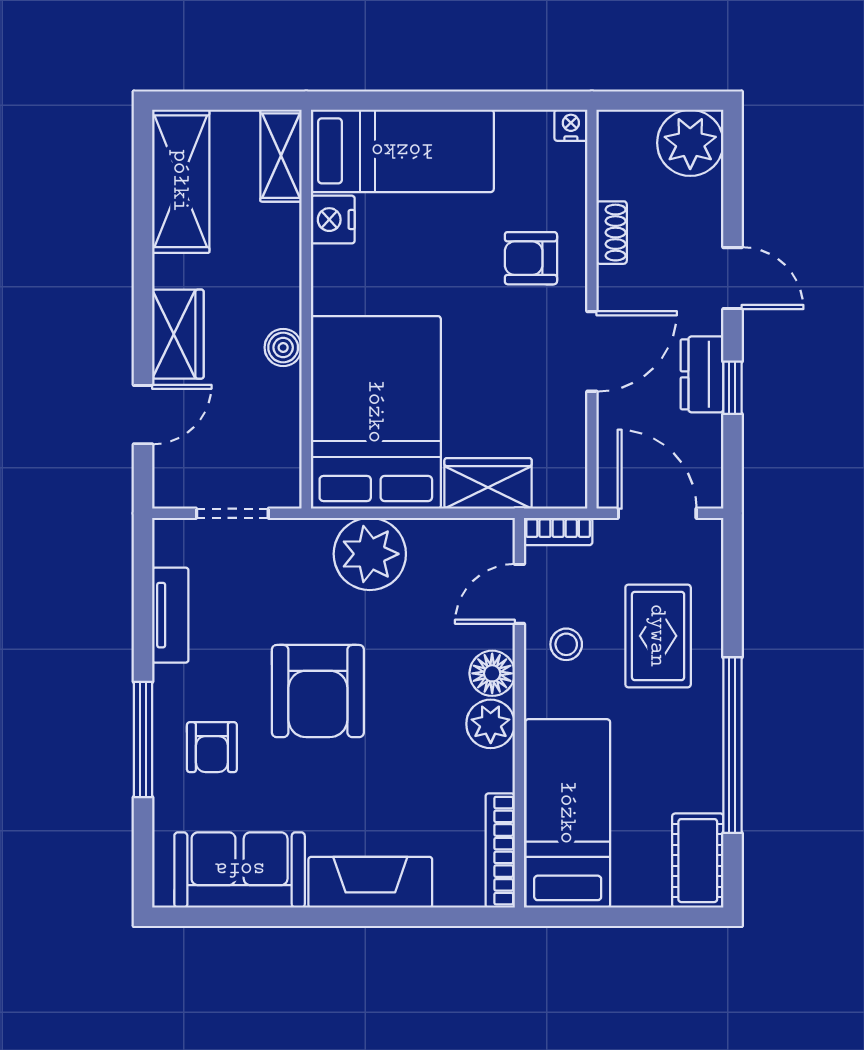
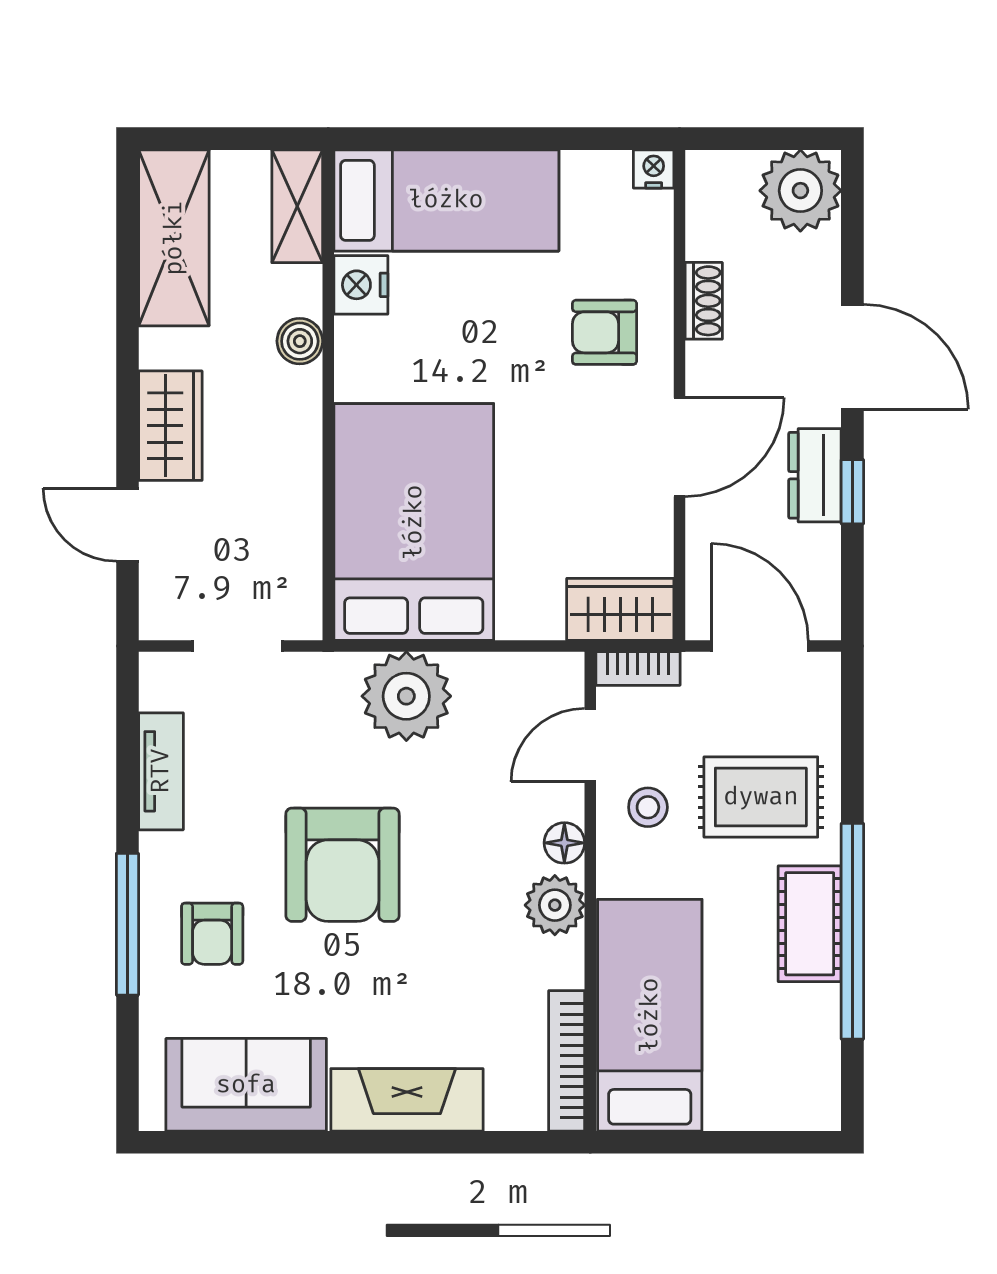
door: (732, 278) -> (852, 357), width x1.38
boiler: (283, 347) -> (300, 341), moved
door: (143, 415) -> (127, 525), swing flipped
wardrobe: (488, 483) -> (620, 609), moved
rug: (658, 636) -> (761, 797), turned 90
floor lamp: (492, 673) -> (564, 843), width x0.73, depth x0.73
cot: (698, 861) -> (810, 924), moved

